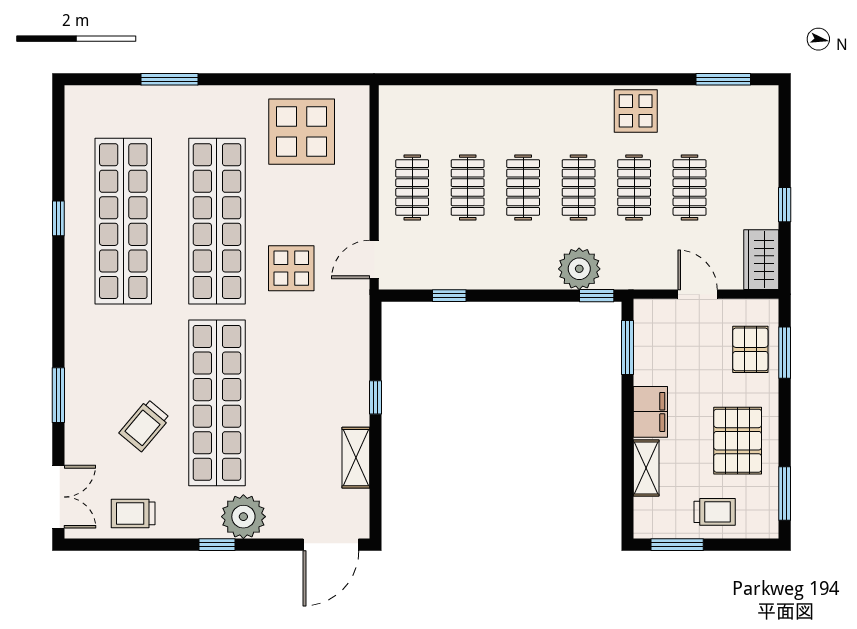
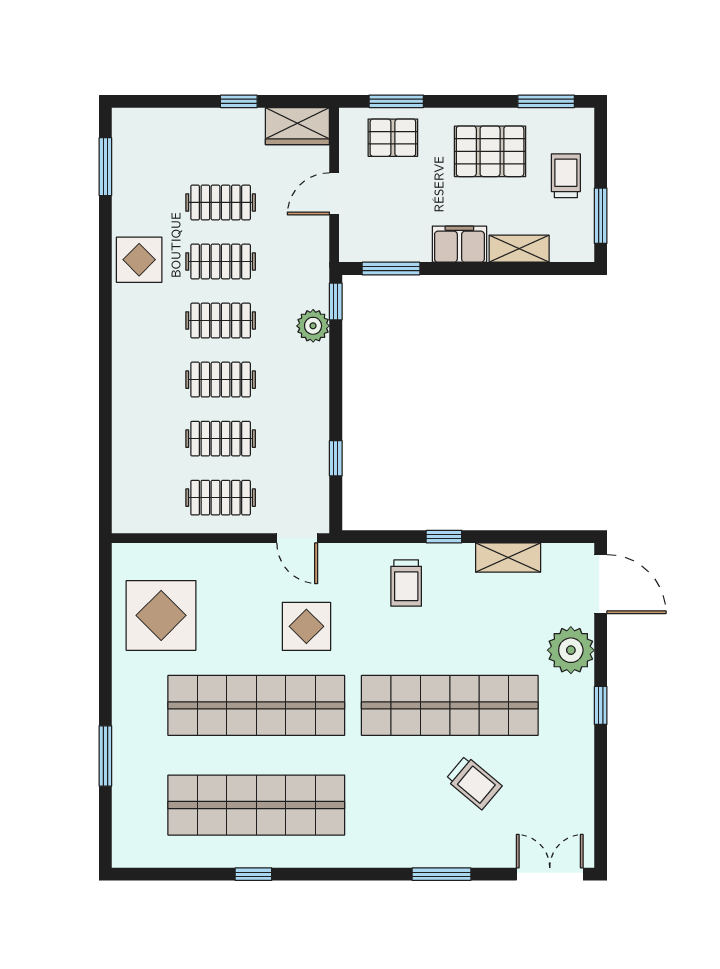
plant: (579, 269) -> (313, 326), width x0.73, depth x0.73
trolley: (133, 513) -> (406, 583), moved
plant: (243, 517) -> (571, 650), moved

